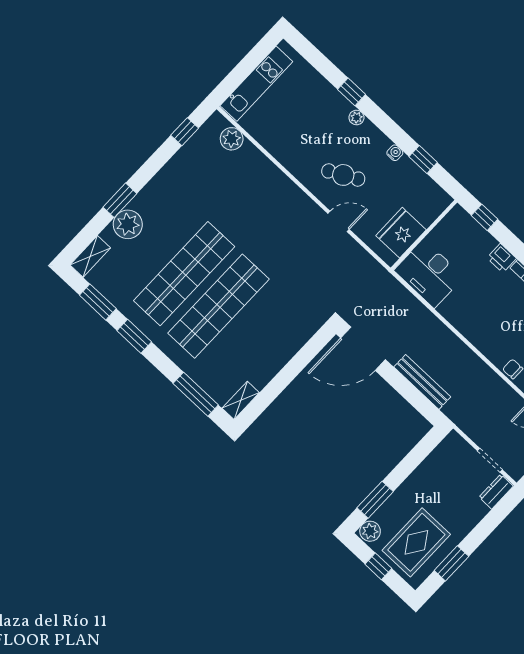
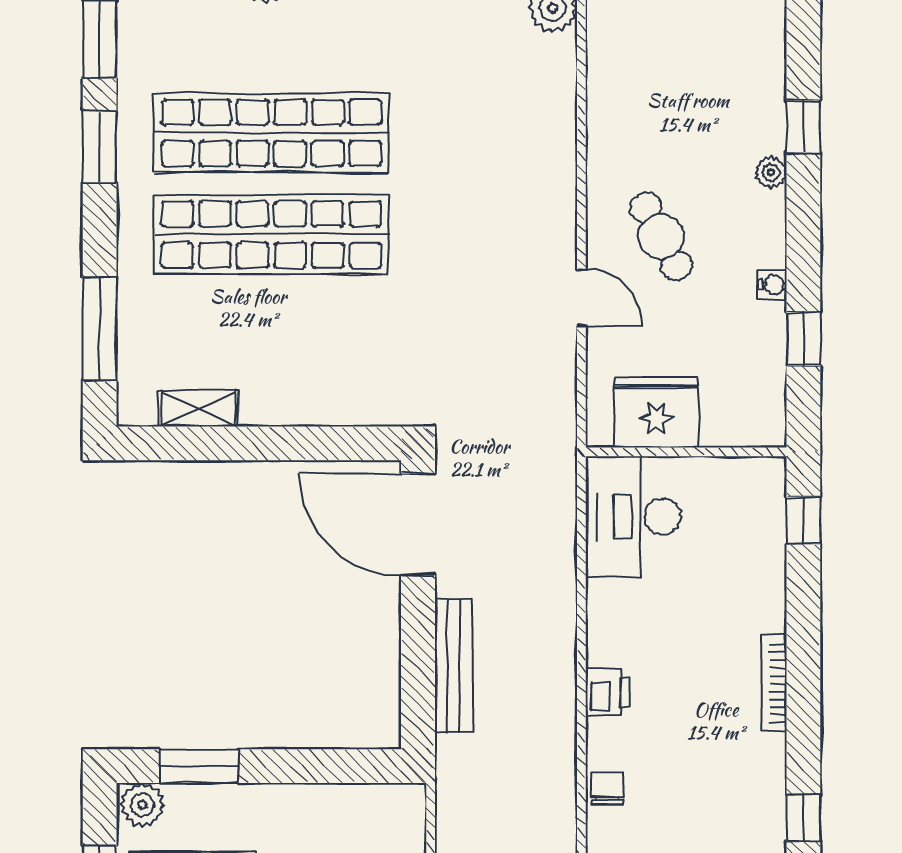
printer: (502, 258) -> (607, 692), moved, turned 180
shelving: (241, 400) -> (198, 409), moved

